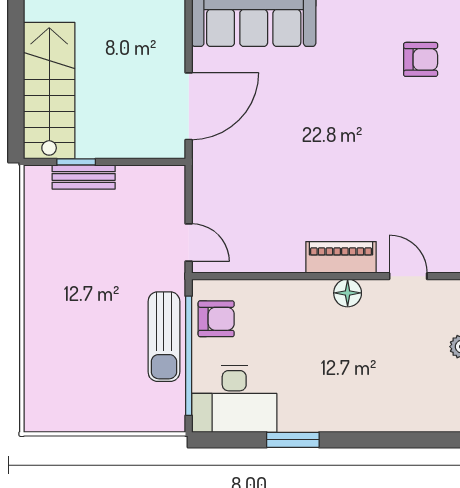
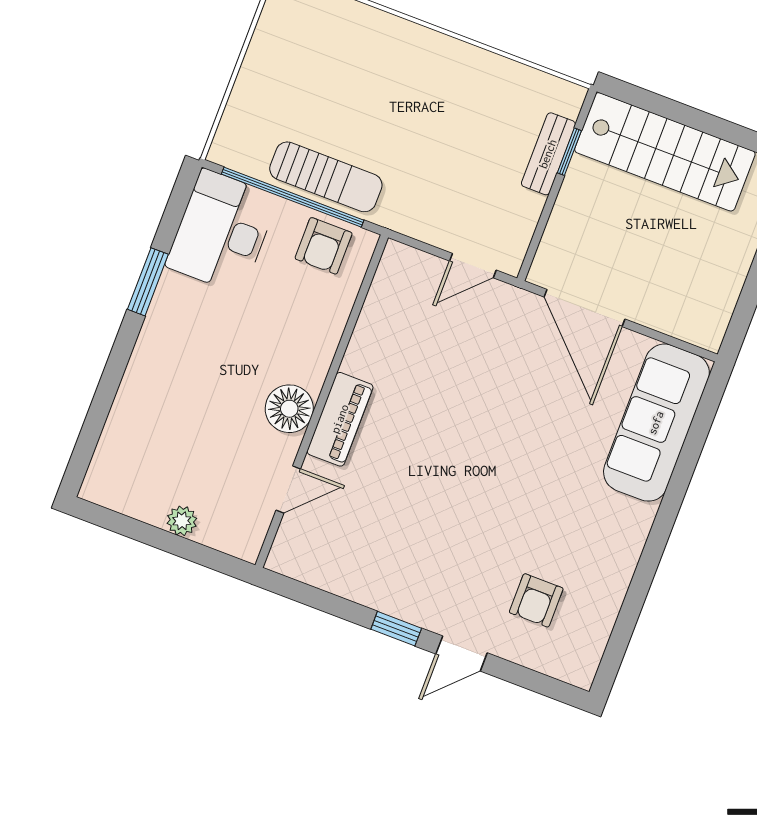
door: (189, 243) -> (473, 266), moved
floor lamp: (348, 293) -> (289, 409), width x1.38, depth x1.38
sun lounger: (164, 337) -> (326, 177), turned 180

